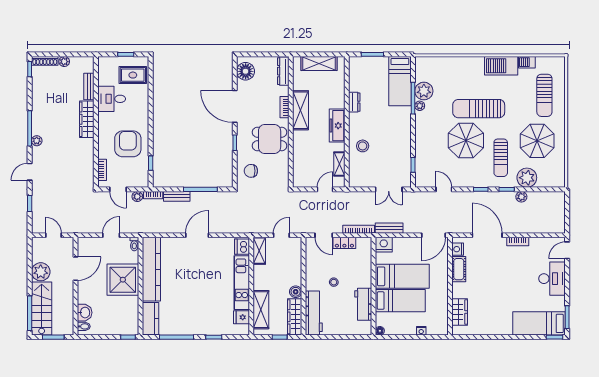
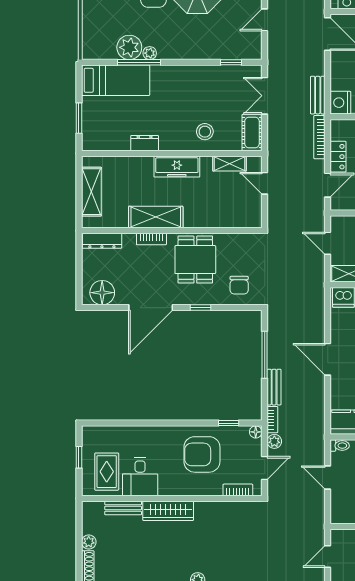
rug: (133, 75) -> (107, 472), moved
cot: (362, 180) -> (252, 132), added
floor lamp: (144, 183) -> (256, 432), added
double door: (389, 189) -> (265, 96), swing flipped

